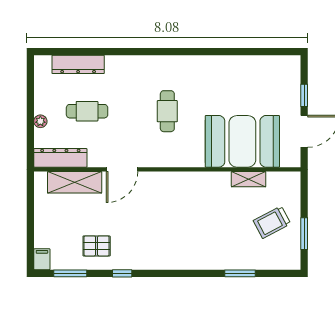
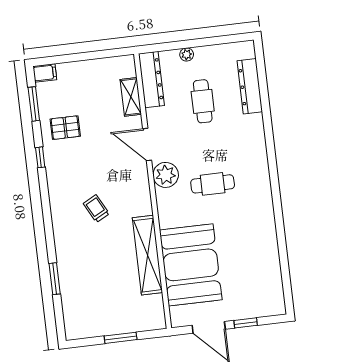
plant: (153, 155) -> (166, 175), added
shelving: (249, 179) -> (147, 255), width x2.20, depth x1.33
shelving: (75, 182) -> (131, 97), width x0.67, depth x0.75
trolley: (272, 222) -> (96, 209), moved, width x0.73, depth x0.72
window: (304, 234) -> (121, 338), moved
pallet: (97, 246) -> (65, 128), turned 90

